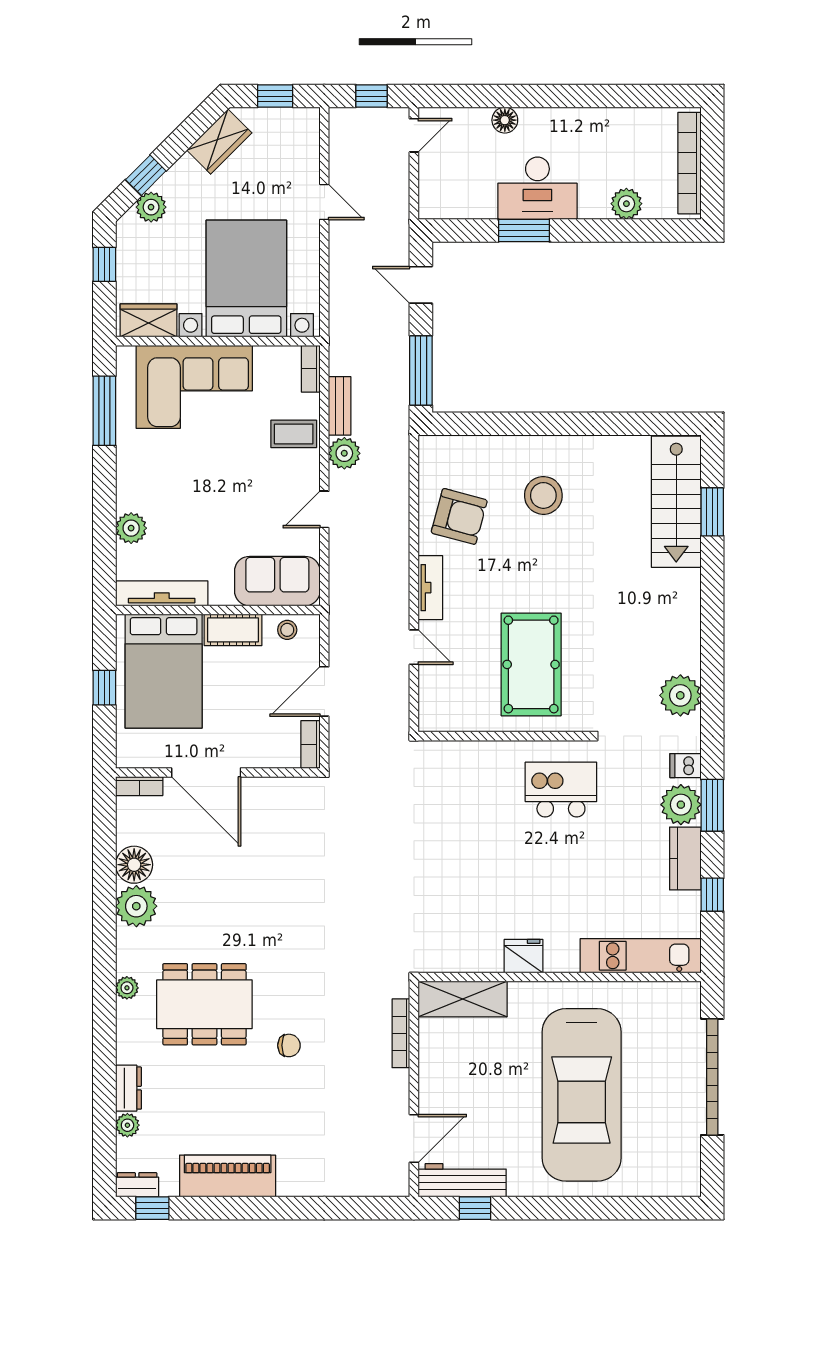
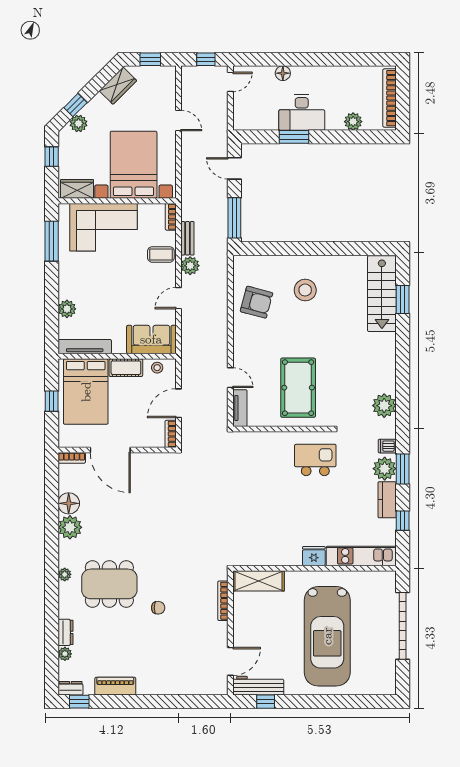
tv unit: (430, 588) -> (240, 408), moved
fridge: (524, 956) -> (314, 556), moved
piano: (228, 1176) -> (115, 686), width x0.73, depth x0.75

